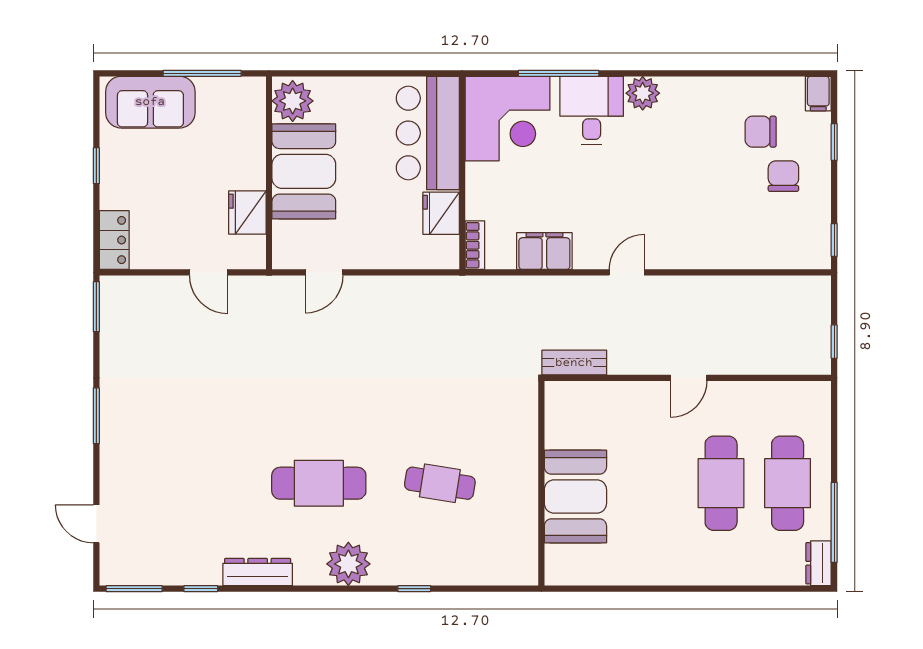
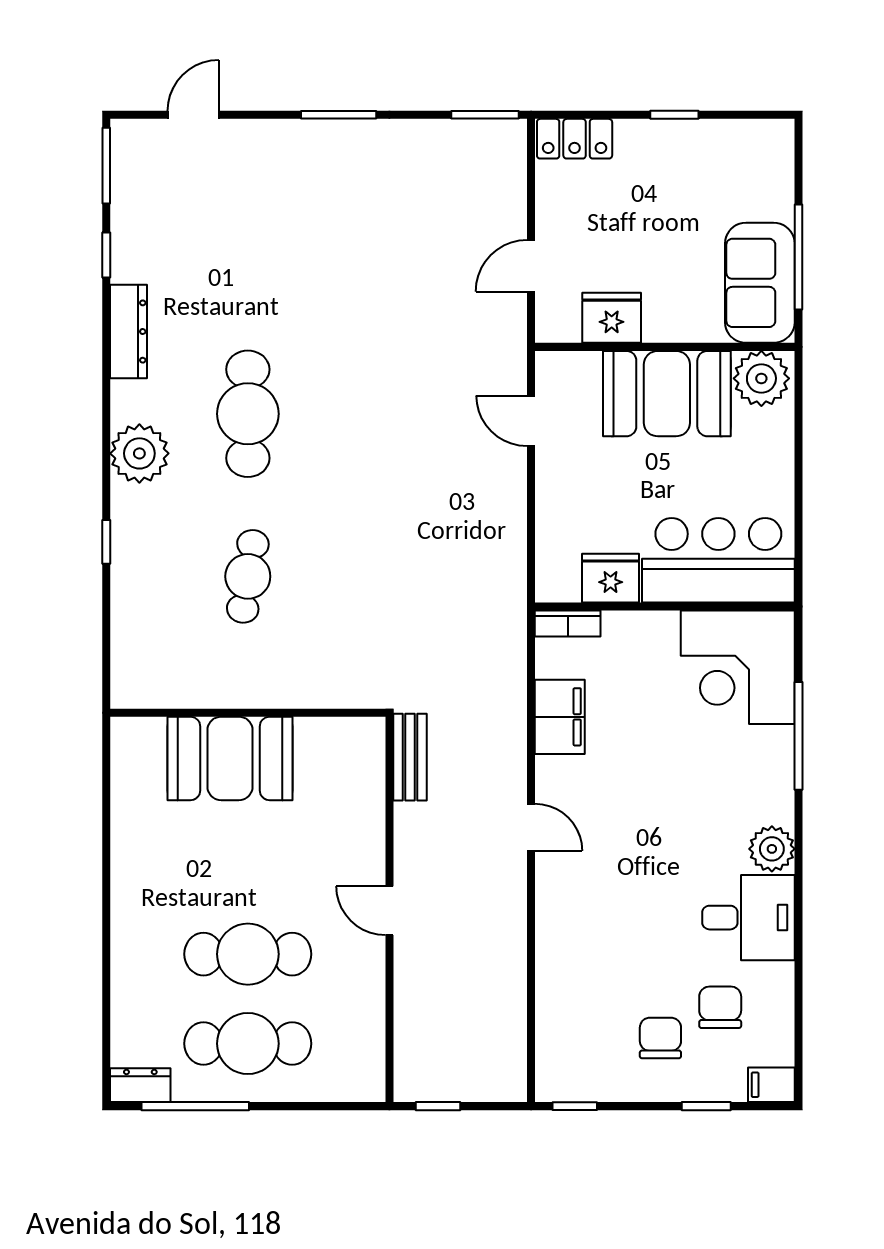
sofa: (150, 102) -> (760, 283), moved
desk: (592, 111) -> (748, 918), moved
chair: (783, 176) -> (660, 1038), turned -90

